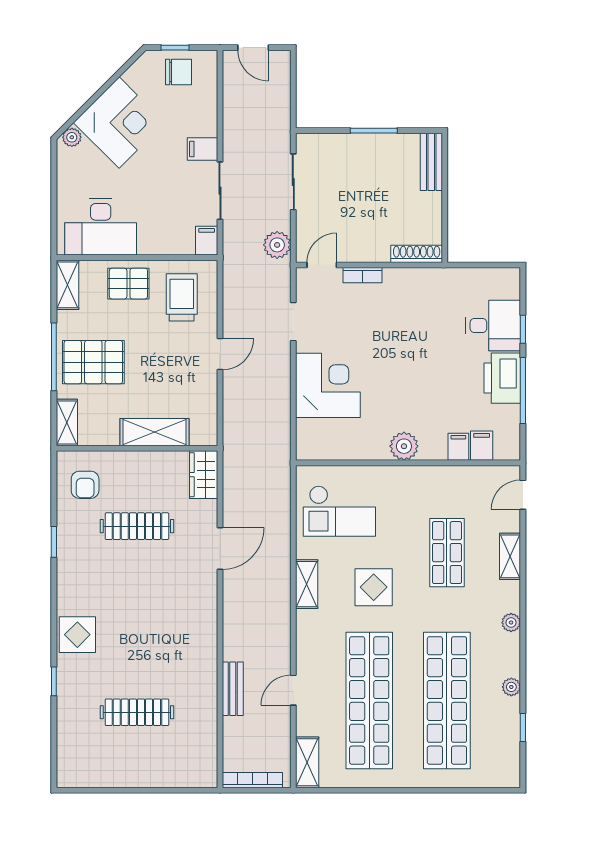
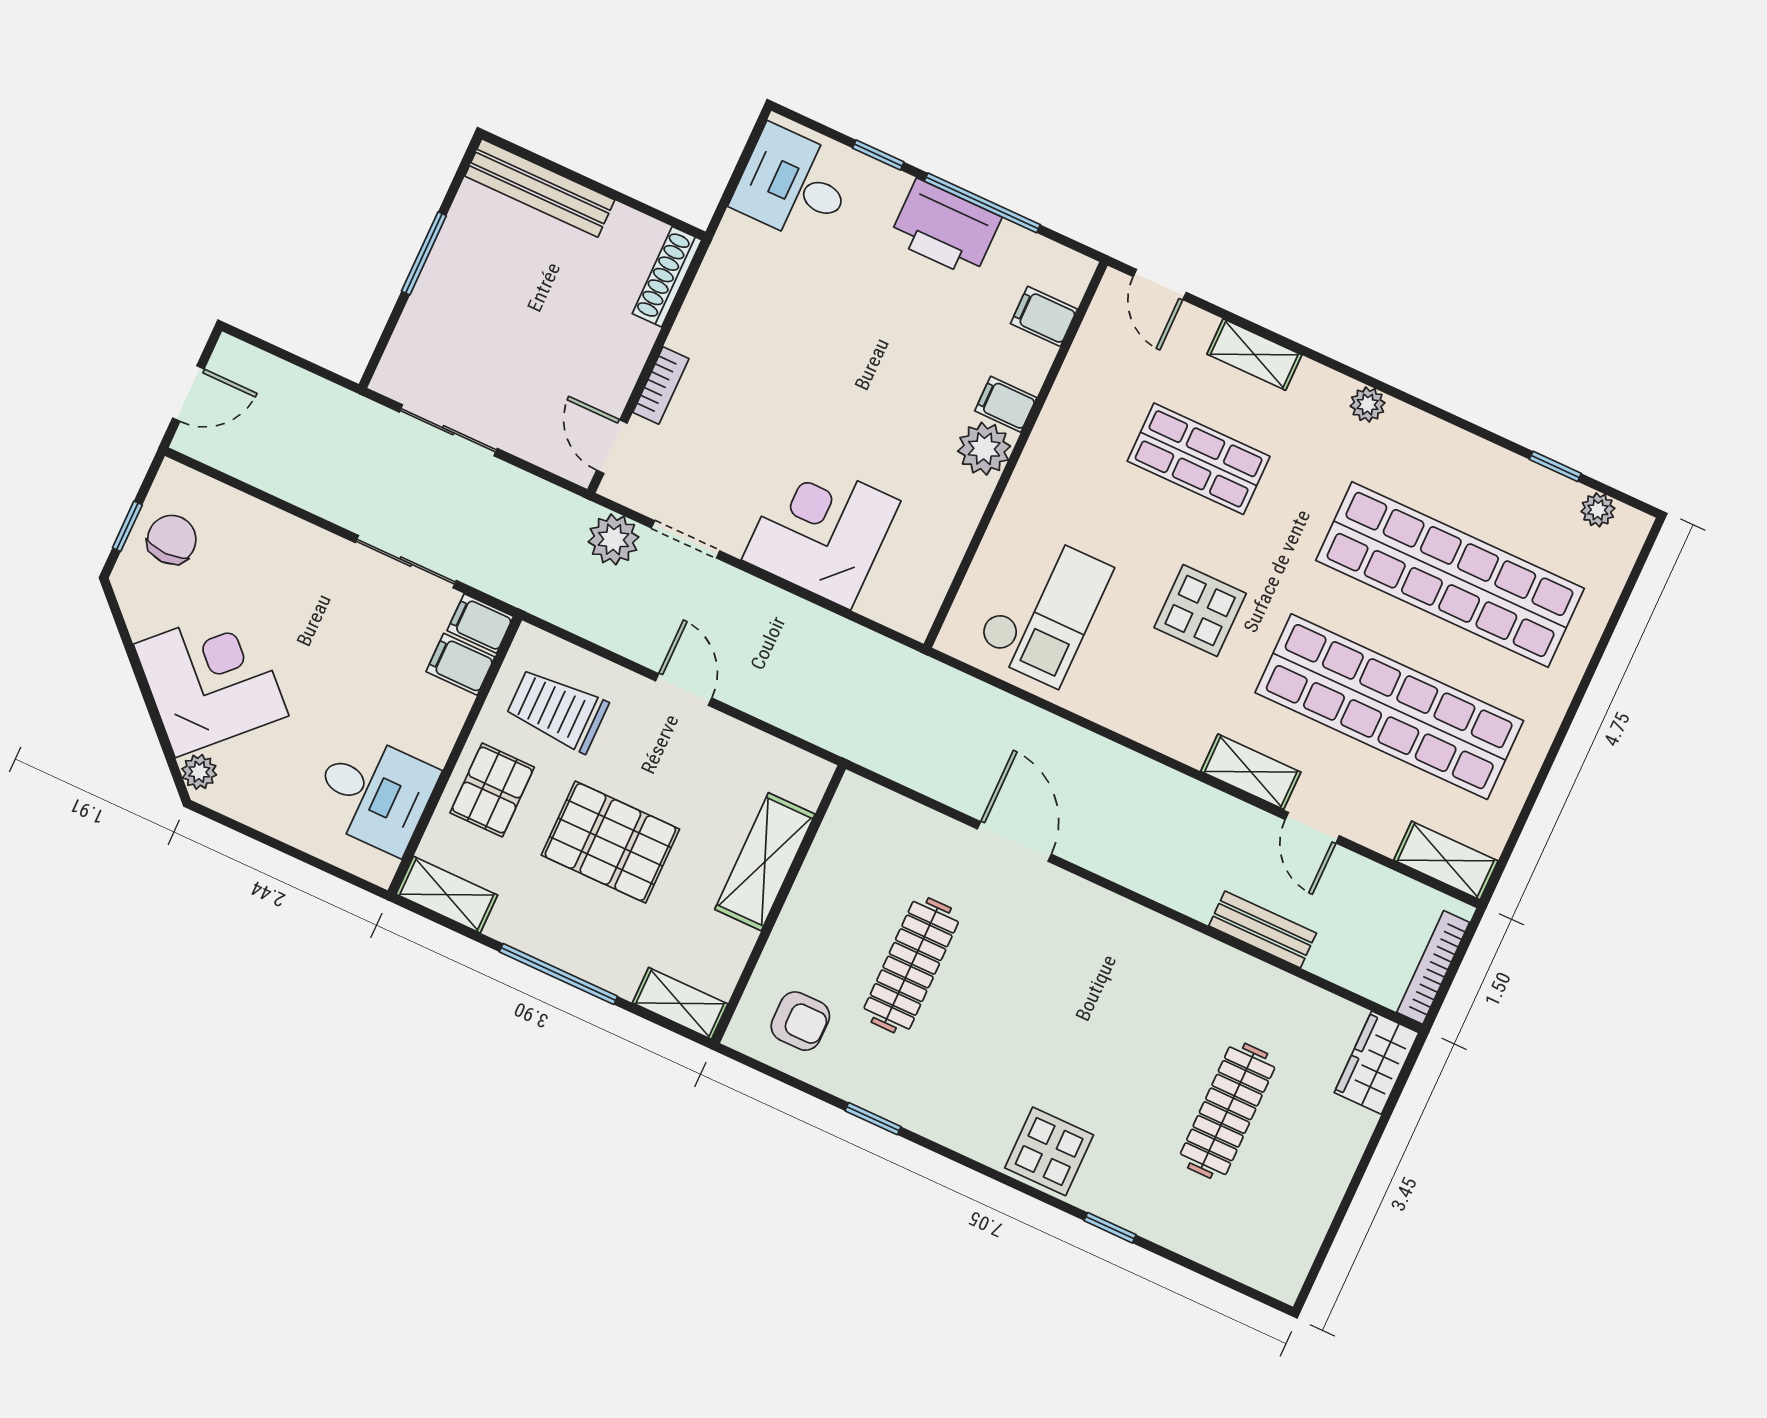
filing cabinet: (202, 149) -> (460, 664), moved, turned 90
bench: (431, 162) -> (540, 188), width x1.36
desk: (101, 227) -> (374, 793), width x0.73
plant: (277, 245) -> (613, 539), moved
desk: (493, 326) -> (794, 185), moved, turned -90
pallet: (93, 362) -> (610, 842), moved, turned 90
filing cabinet: (458, 447) -> (1006, 404), moved
wardrobe: (204, 475) -> (1377, 1063), moved, turned 90
shelving: (307, 584) -> (1251, 772), moved
plant: (511, 687) -> (1598, 510), moved

